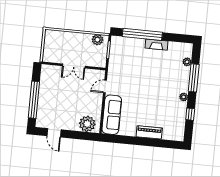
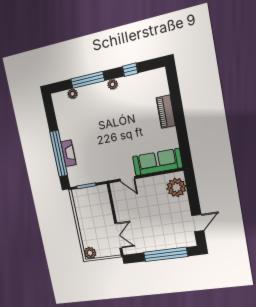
plant: (97, 40) -> (90, 253), moved
fireplace: (157, 45) -> (68, 153), moved
double door: (74, 66) -> (118, 236), moved

